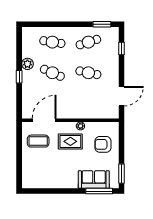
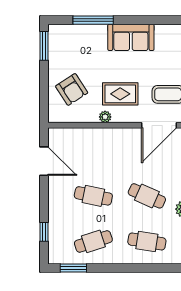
door: (122, 96) -> (44, 161), swing flipped
armchair: (103, 144) -> (72, 89), turned 57
sofa: (94, 179) -> (131, 37), moved
window: (99, 191) -> (93, 20), moved

